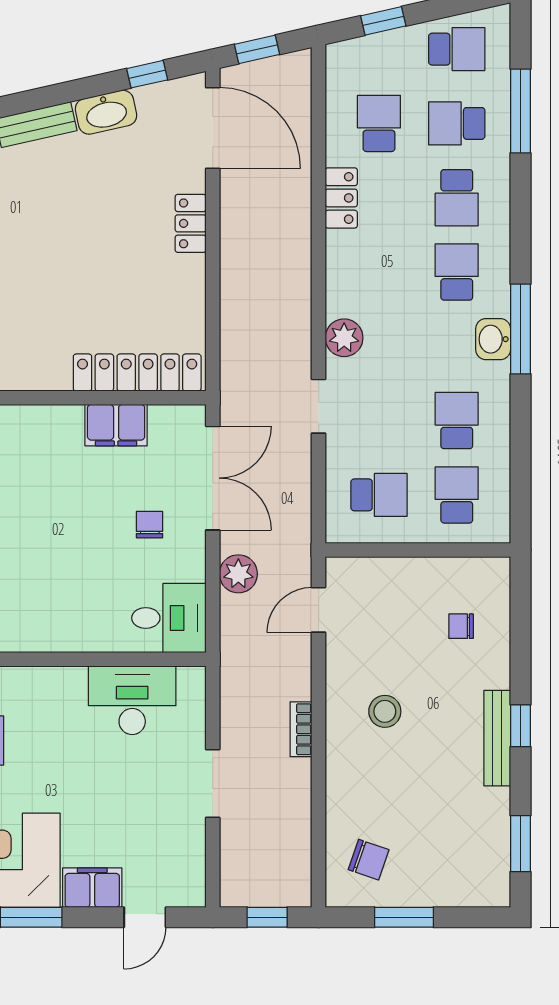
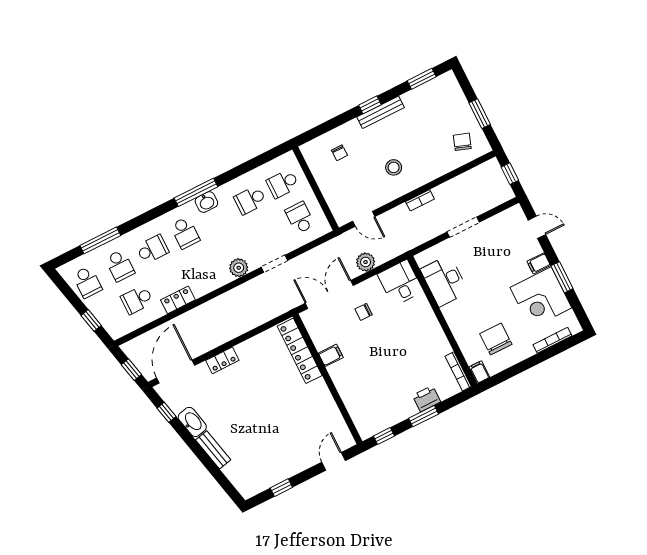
school desk: (457, 49) -> (87, 282), turned 180
school desk: (457, 272) -> (185, 233), turned -90
filing cabinet: (116, 425) -> (331, 355), width x0.50
filing cabinet: (92, 888) -> (539, 263), width x0.50

